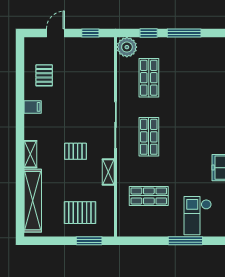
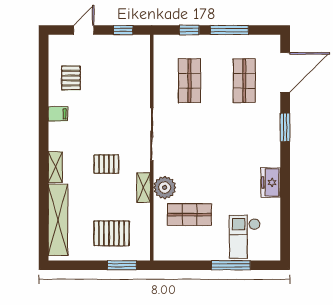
plant: (127, 47) -> (165, 188), moved
shop shelf: (149, 137) -> (244, 81), moved

